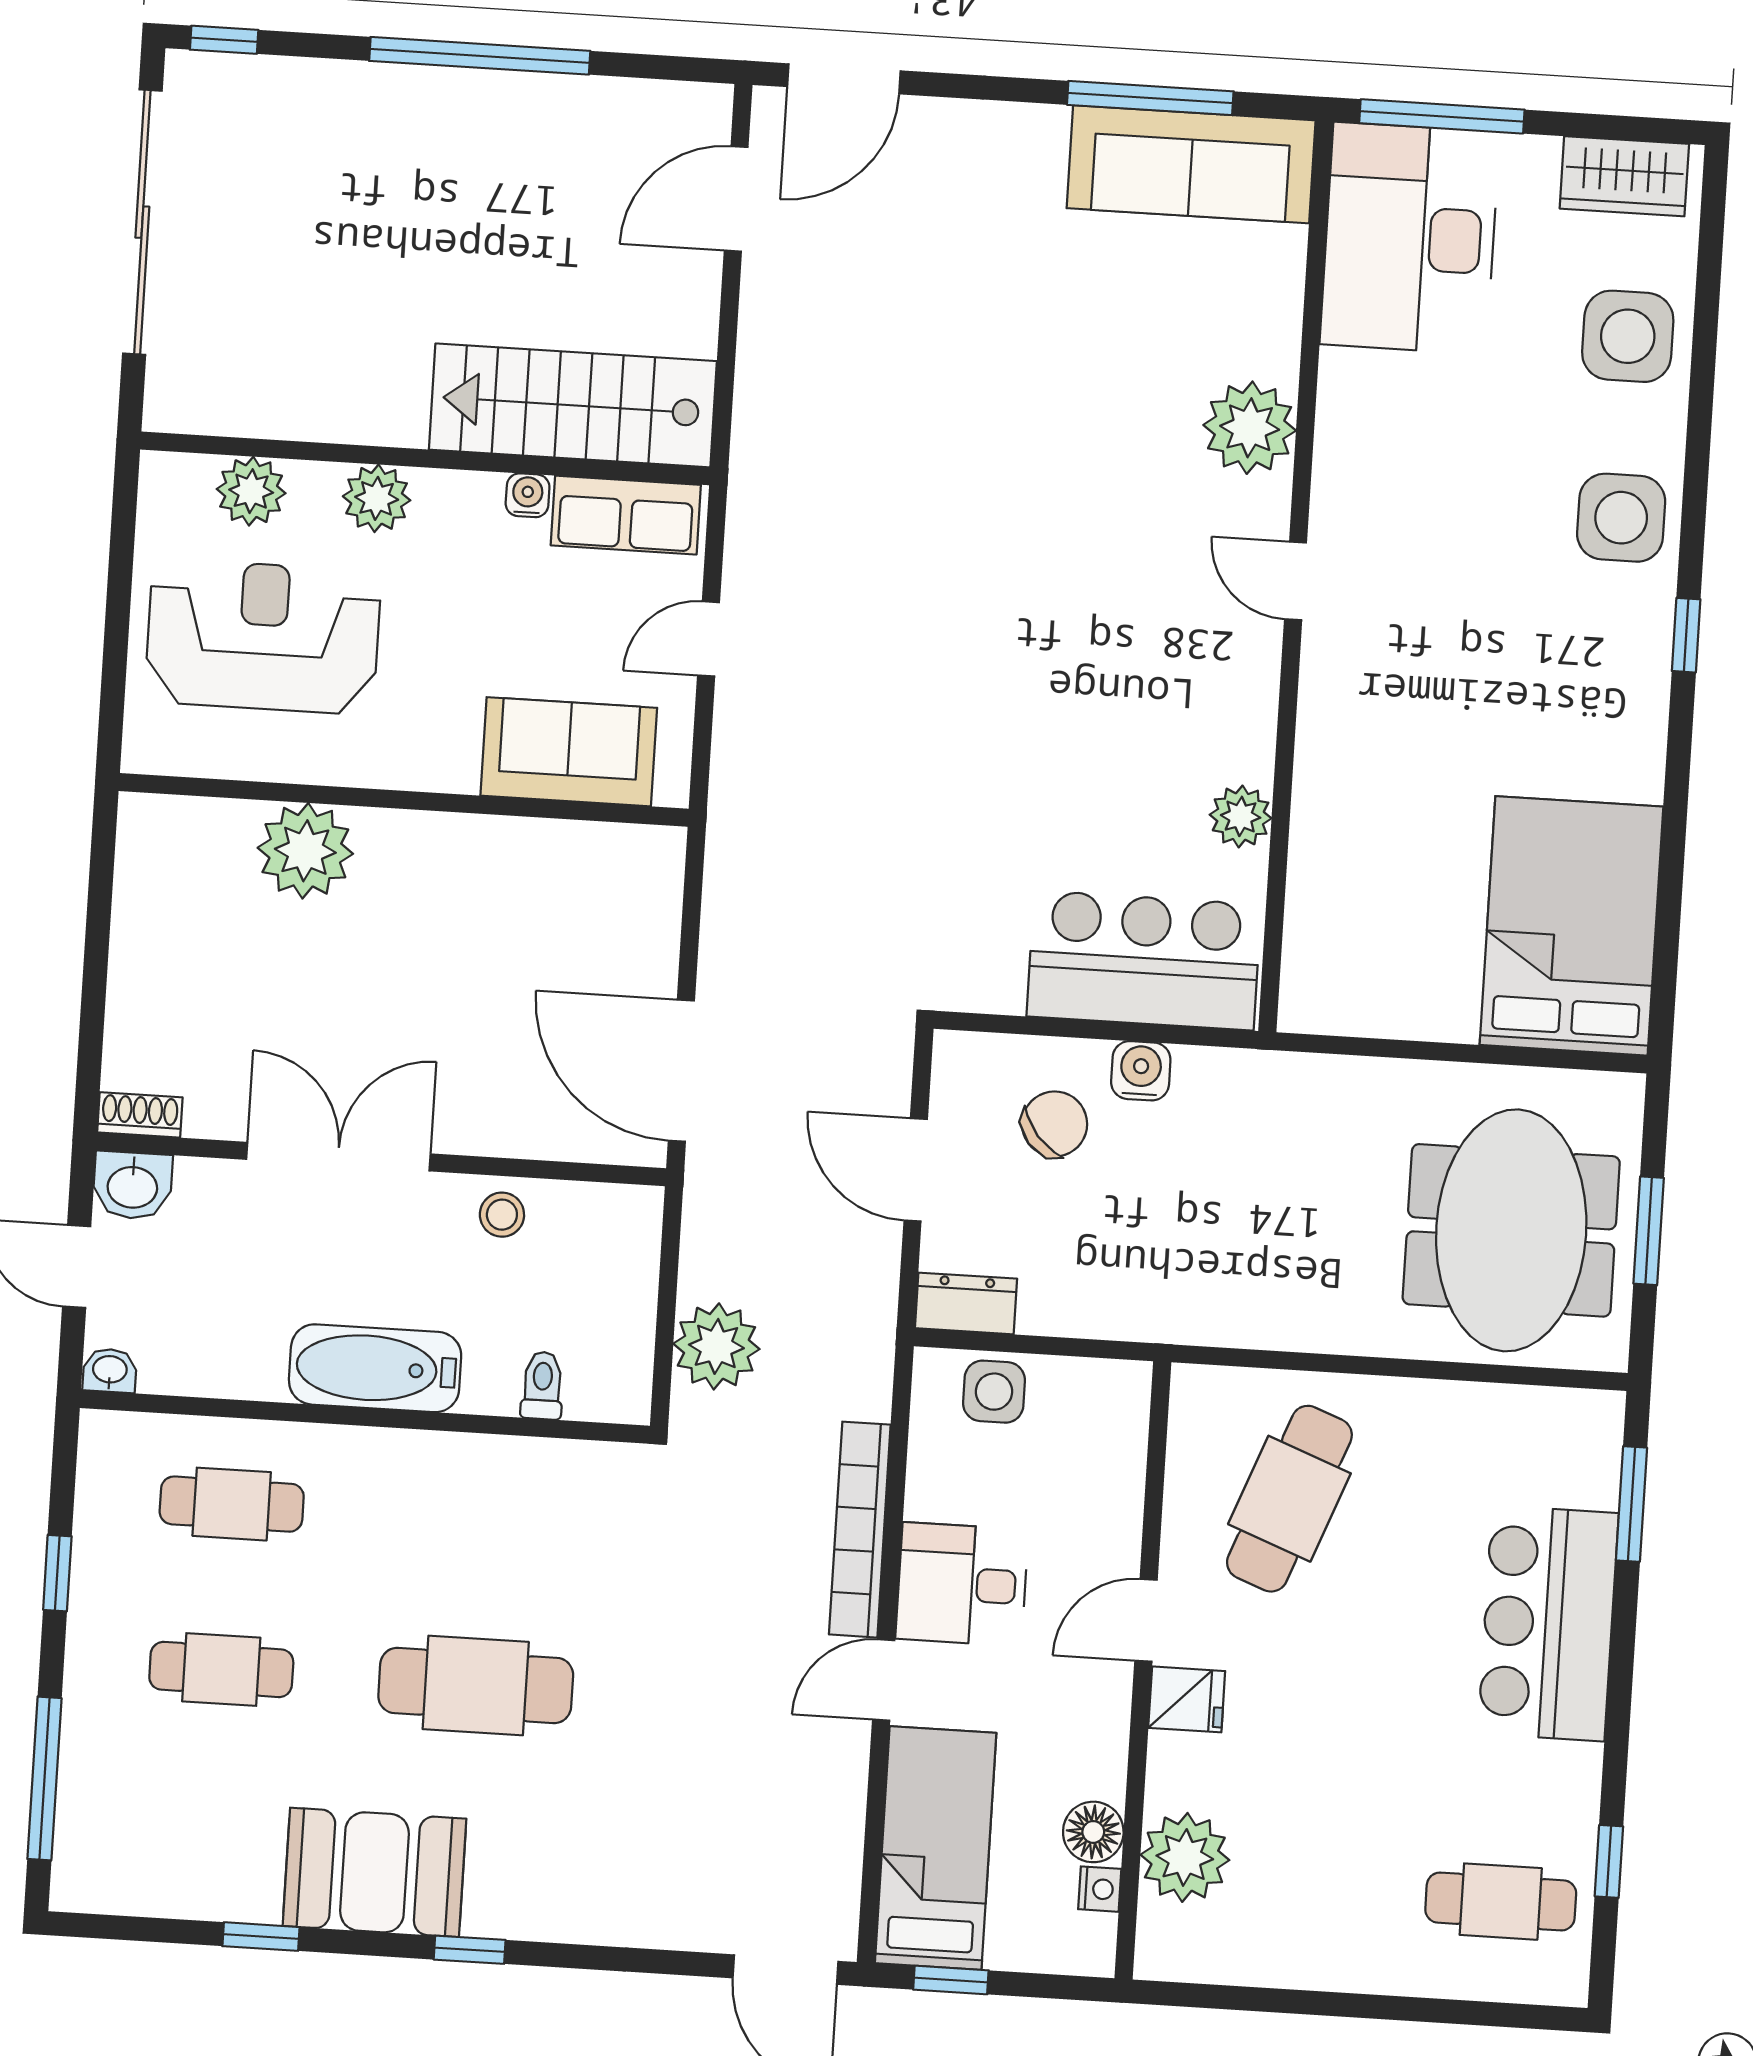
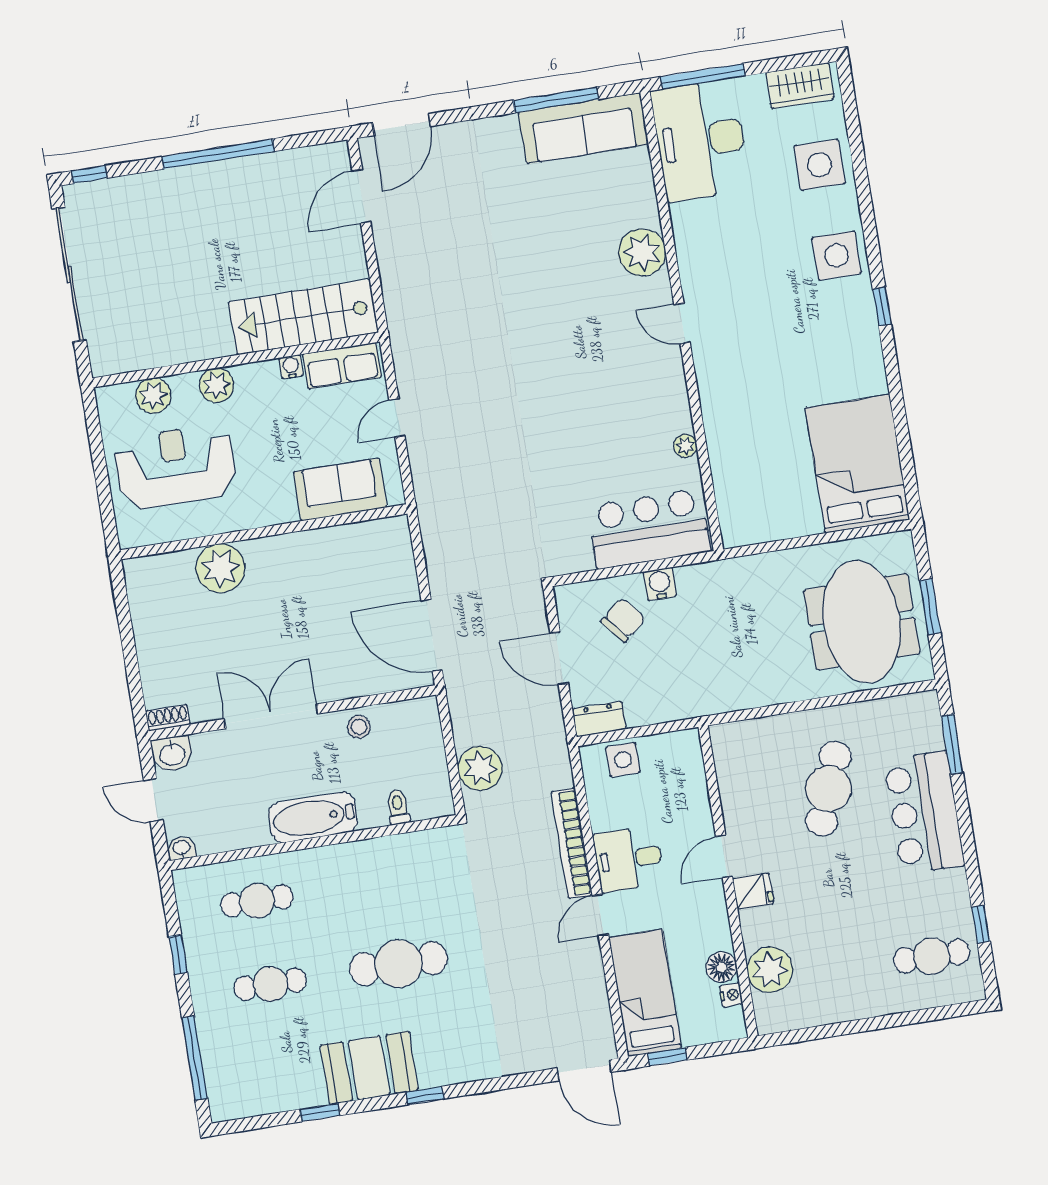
plant: (1241, 816) -> (685, 446), width x0.73, depth x0.73
cafe table: (1289, 1499) -> (828, 789), moved

